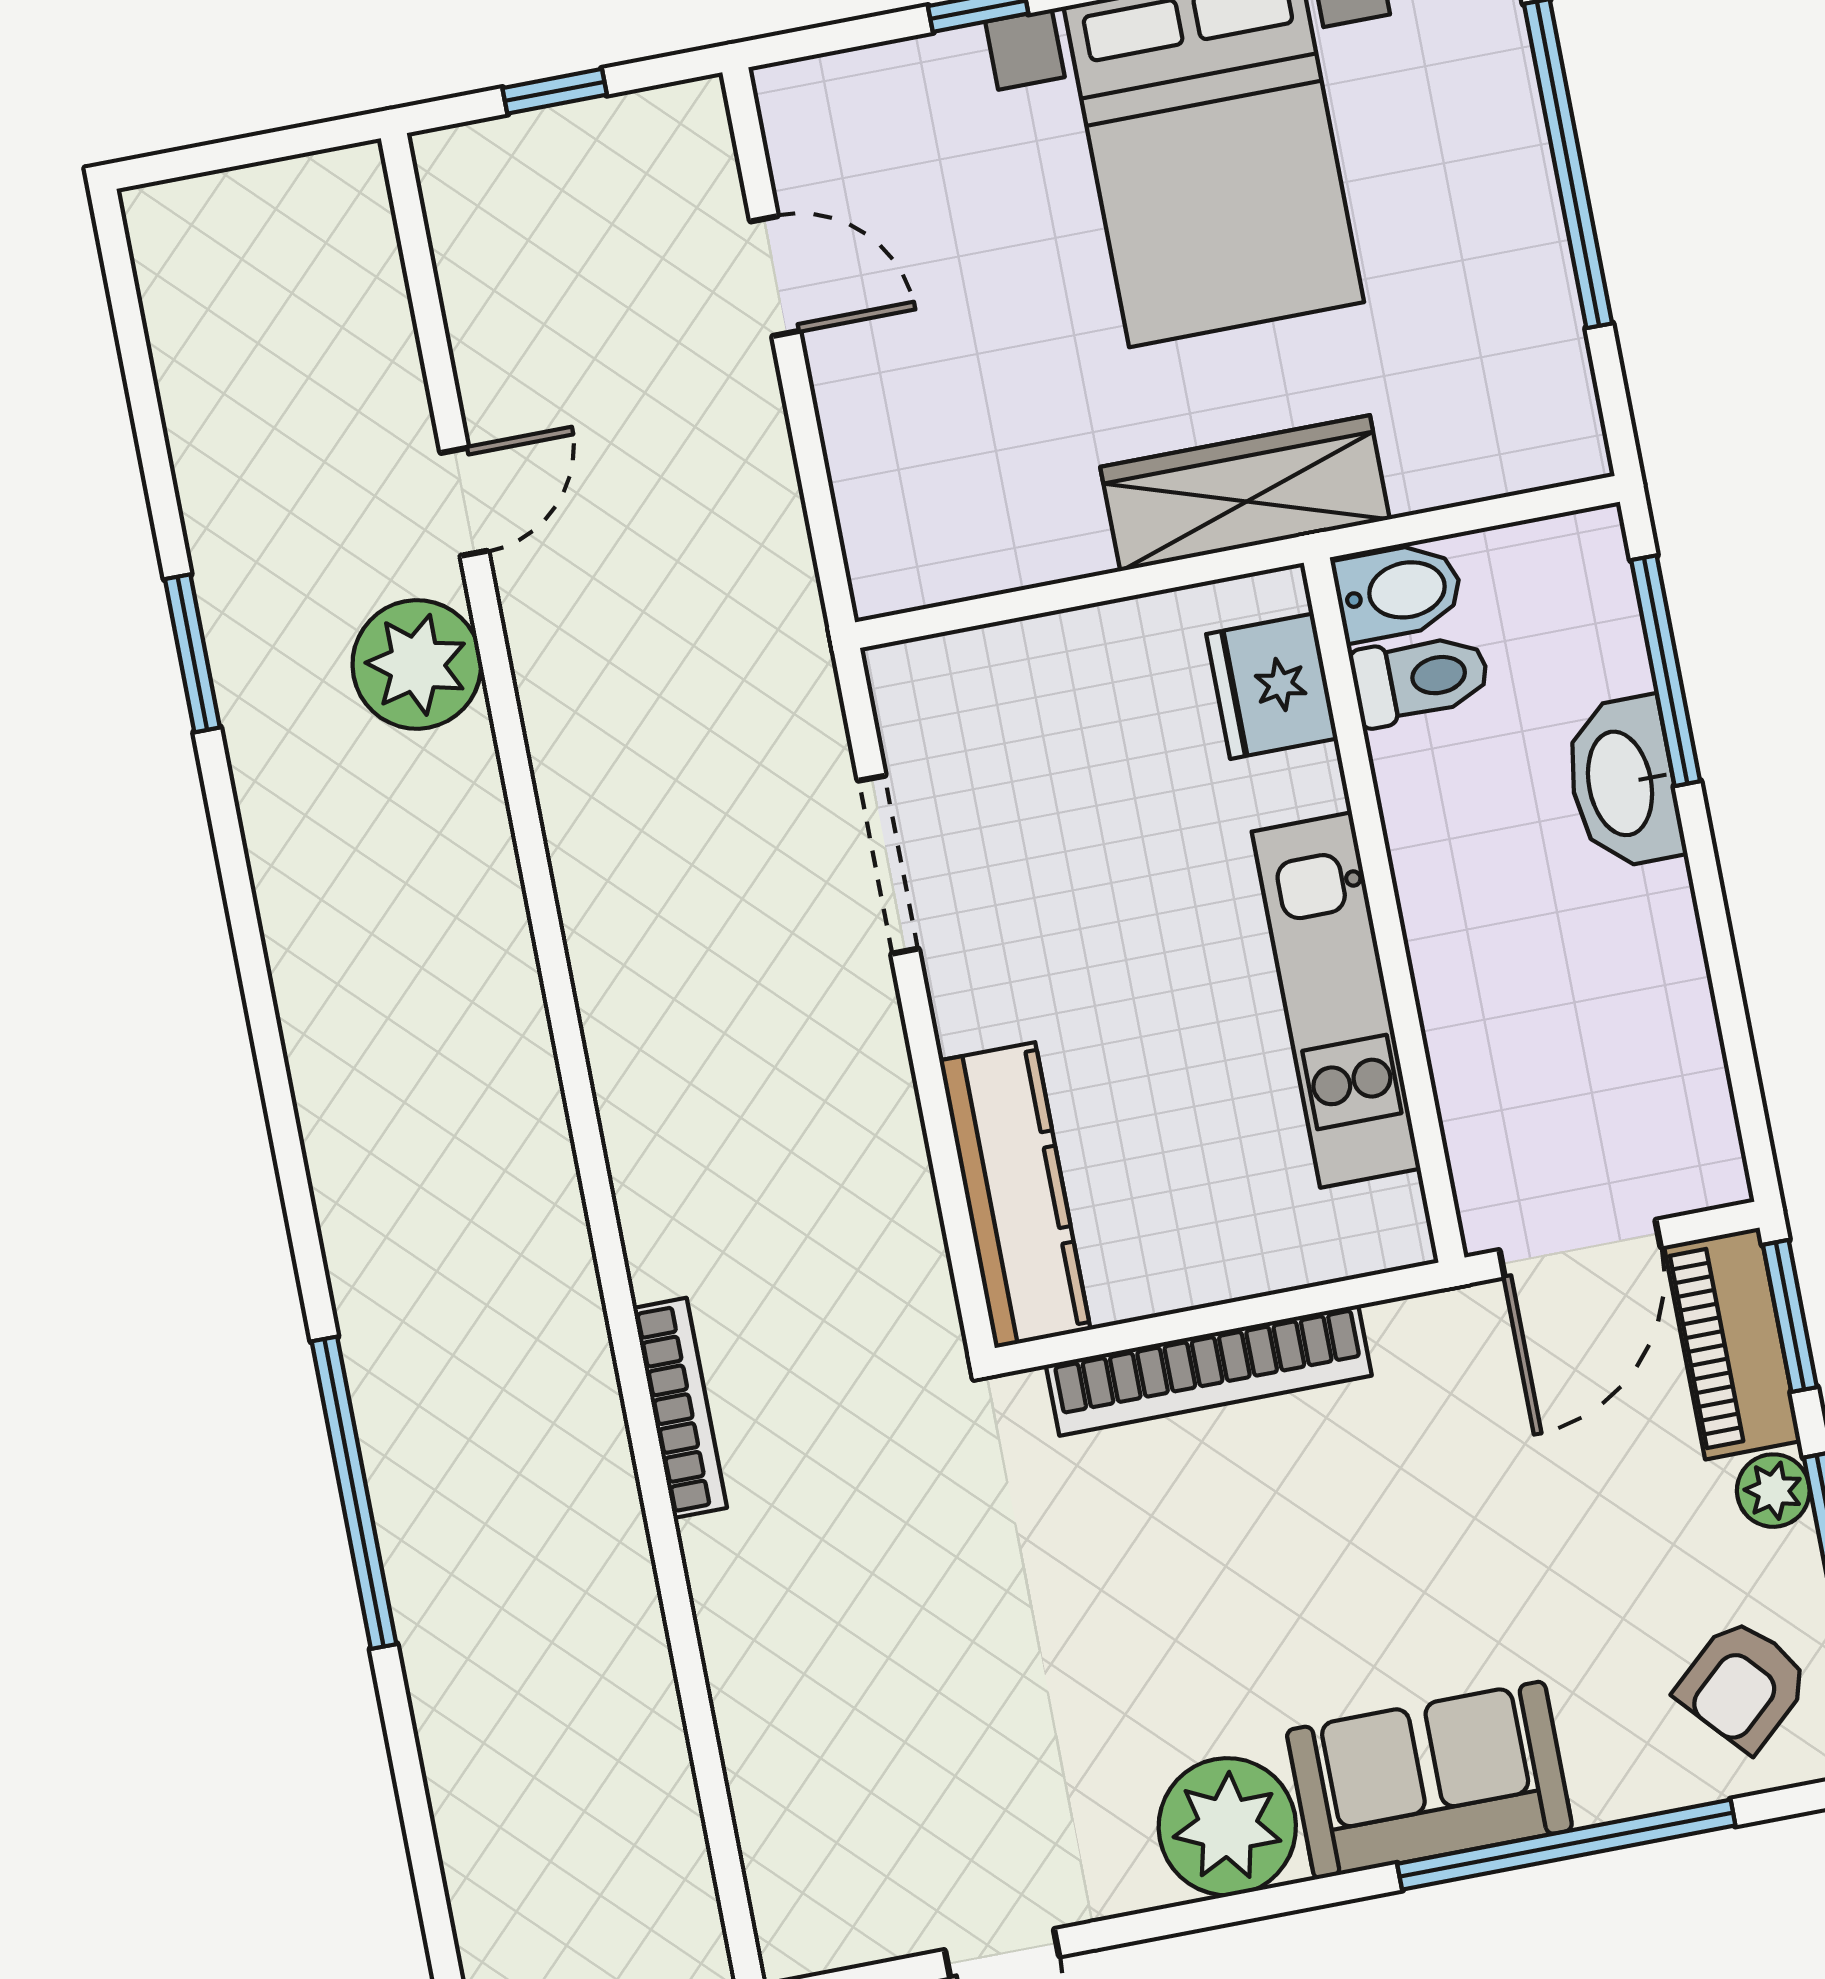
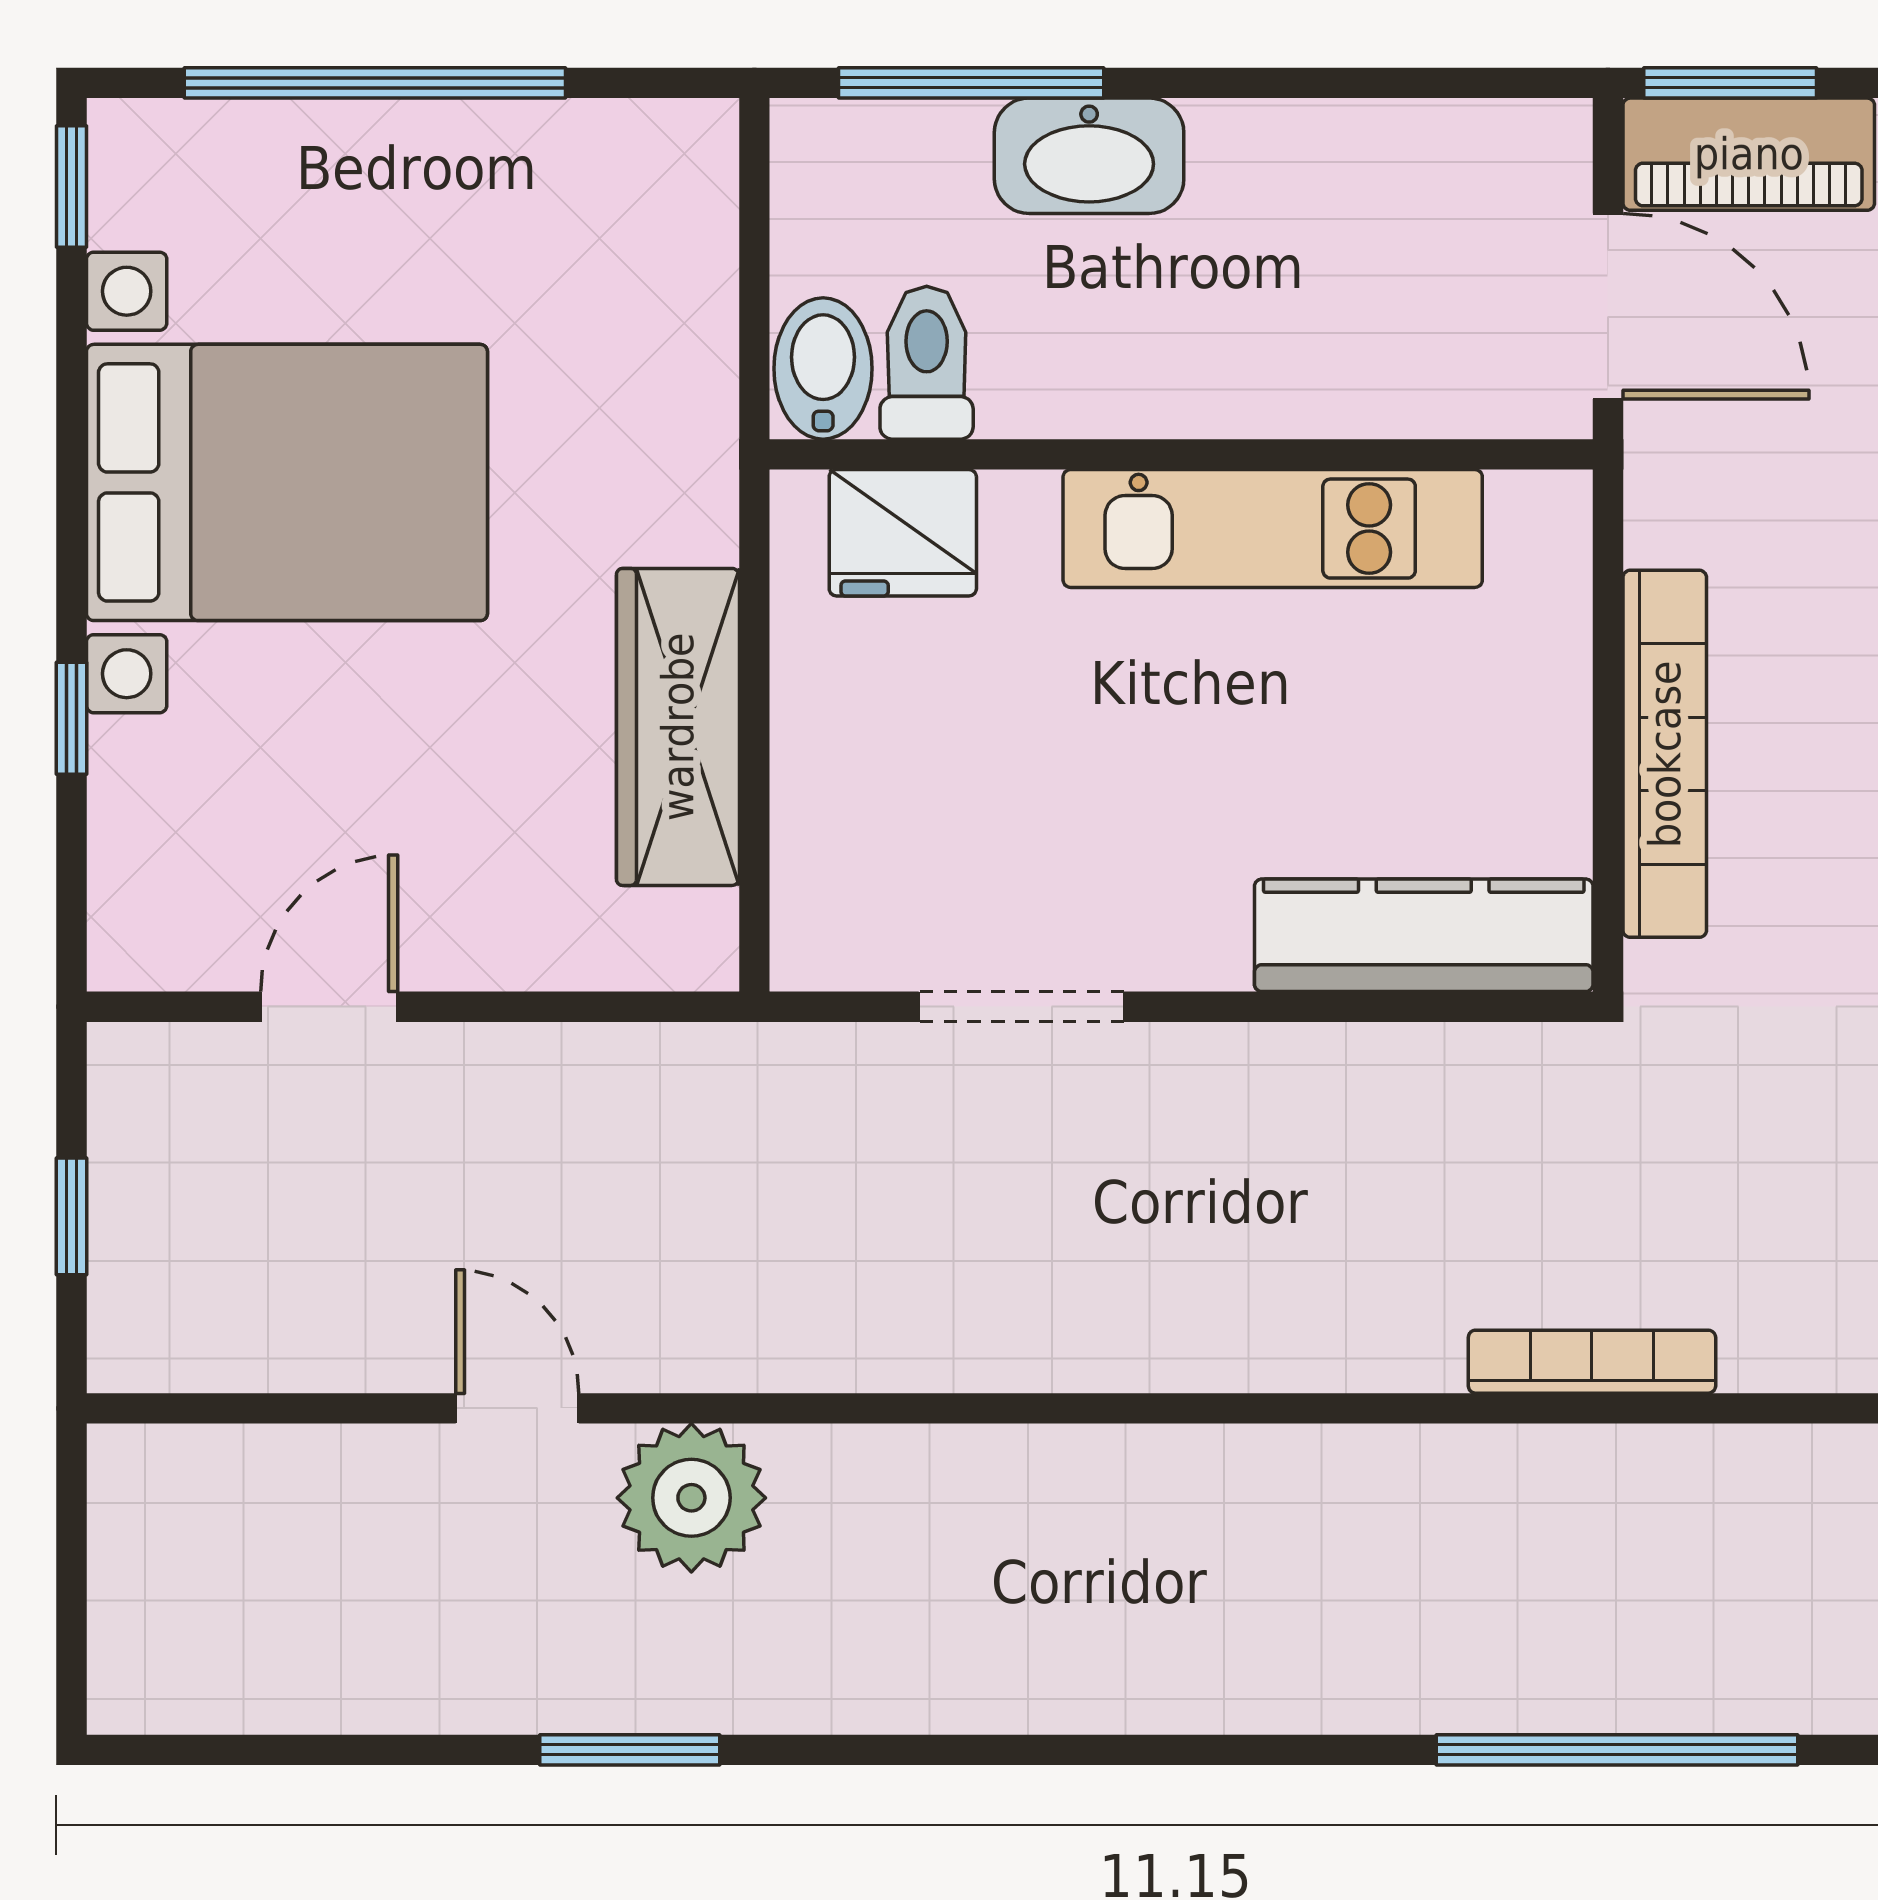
wardrobe: (1245, 493) -> (678, 727), moved

